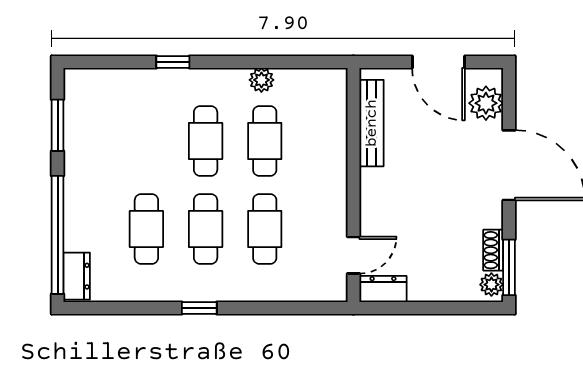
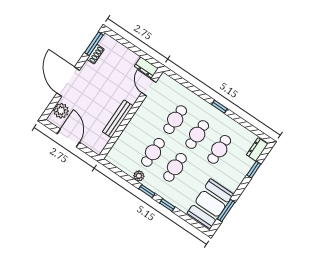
window: (228, 62) -> (147, 191), added
booth: (95, 118) -> (210, 204), added
bench: (372, 123) -> (118, 119), moved
window: (58, 235) -> (254, 170), width x0.32
door: (354, 255) -> (149, 87), hinge flipped
plant: (491, 285) -> (105, 42), removed

